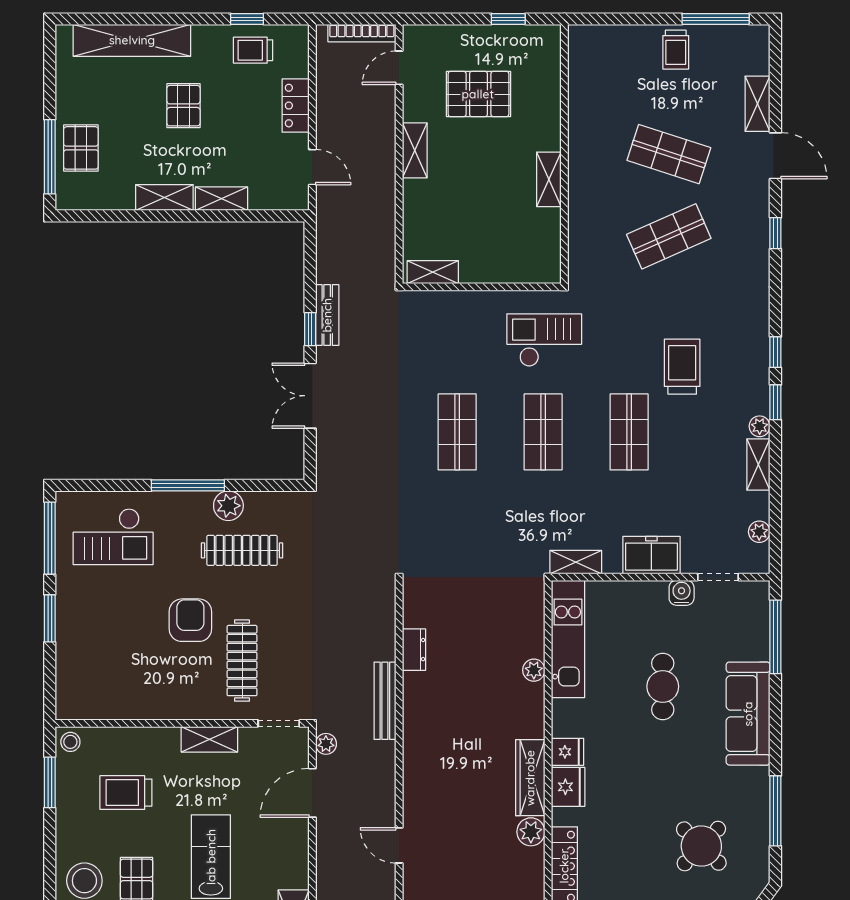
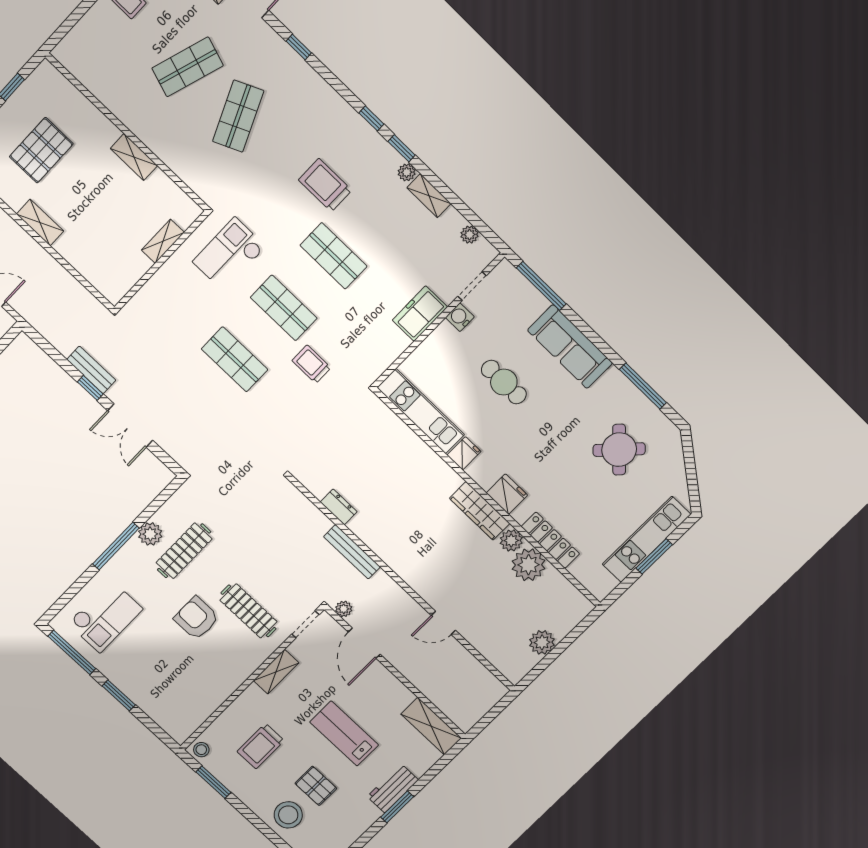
shelving: (433, 272) -> (163, 241), moved
trolley: (517, 503) -> (311, 364), added
shelving: (576, 562) -> (380, 363), removed
plant: (534, 670) -> (529, 565), moved, width x1.88, depth x1.88
fridge: (568, 752) -> (464, 453), moved

